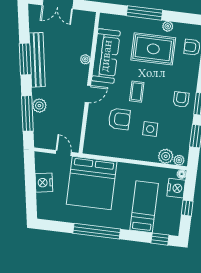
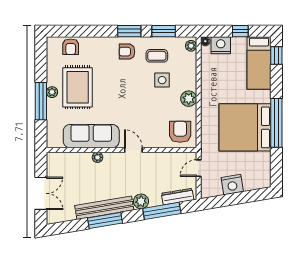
plant: (168, 26) -> (52, 92), moved
coffee table: (137, 92) -> (157, 56), moved
plant: (39, 106) -> (141, 201), moved
armchair: (119, 119) -> (180, 132), moved
dresser: (39, 130) -> (178, 197), added
plant: (166, 156) -> (189, 99), moved
bed: (92, 183) -> (245, 127), moved, turned 180
bed: (144, 207) -> (259, 63), moved, turned -90

